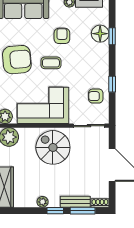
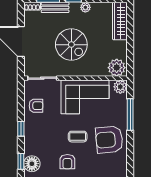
window: (112, 84) -> (21, 129), moved
spiral stairs: (53, 147) -> (71, 45), moved

